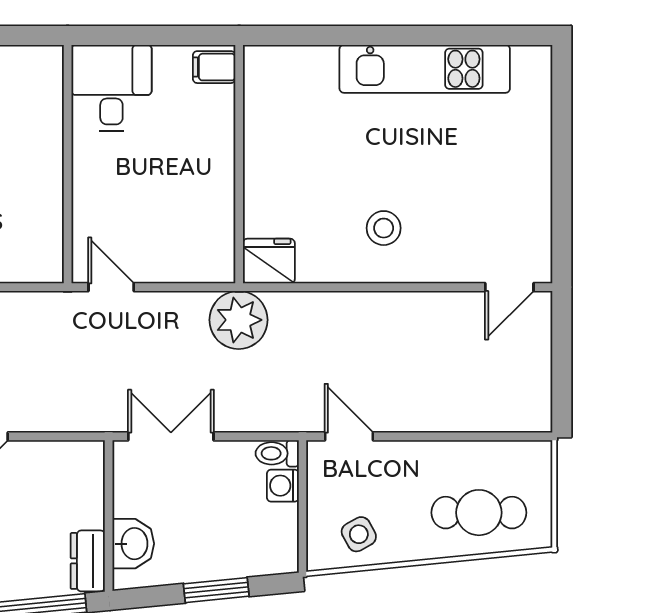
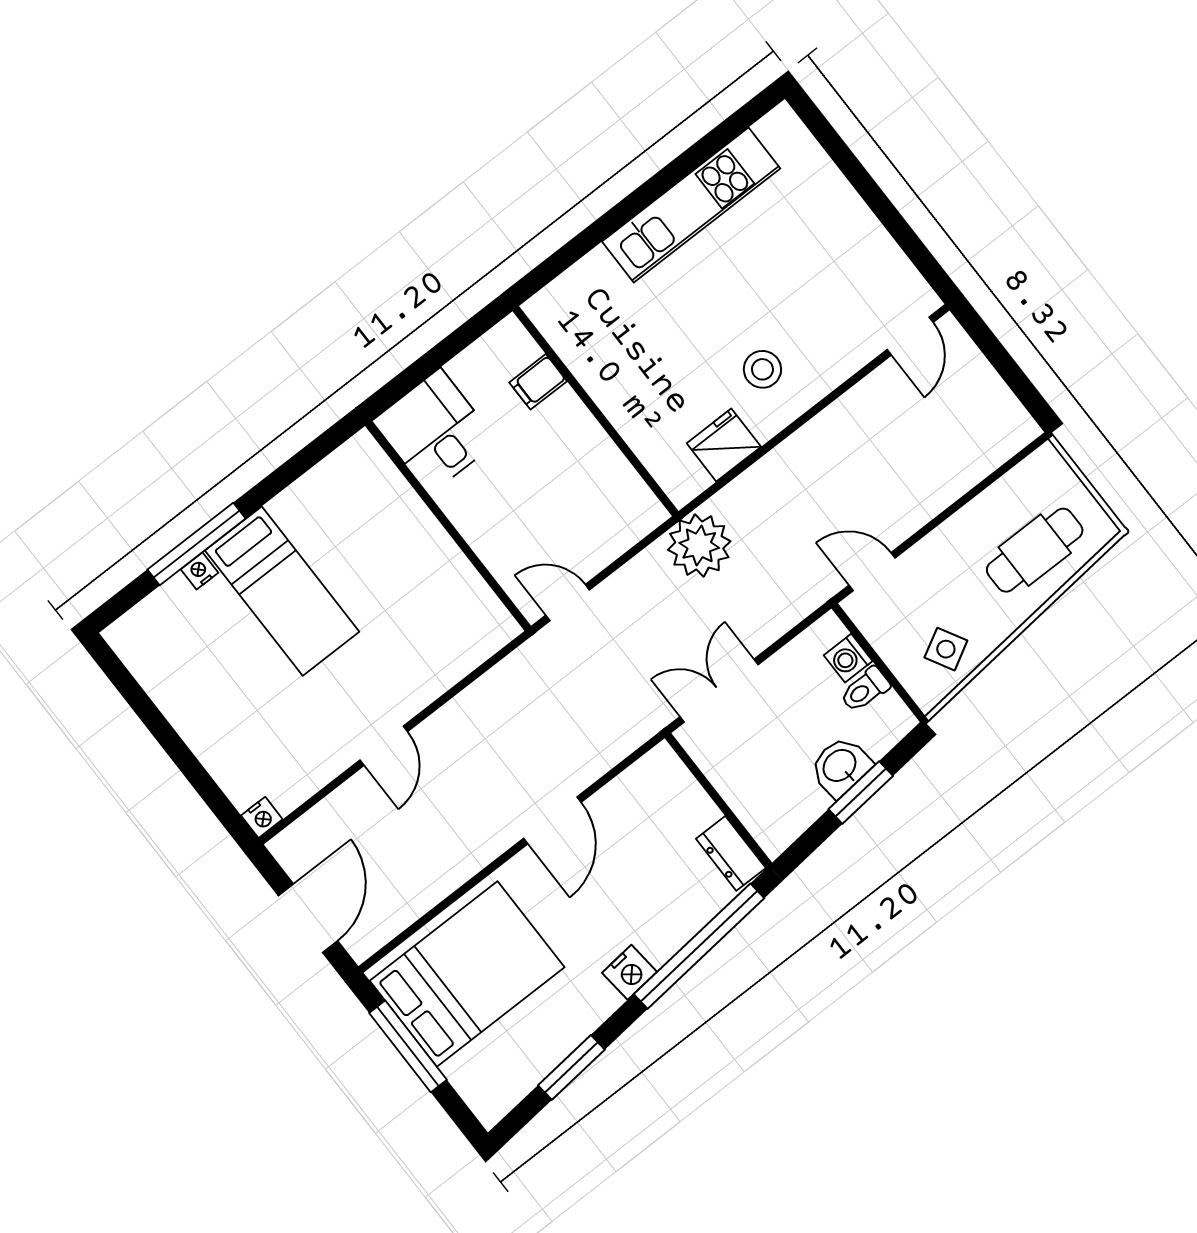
filing cabinet: (214, 67) -> (538, 382), moved
fridge: (269, 261) -> (724, 445), moved
toilet: (277, 453) -> (865, 690), moved
washbasin: (133, 544) -> (840, 766), moved, turned -96

